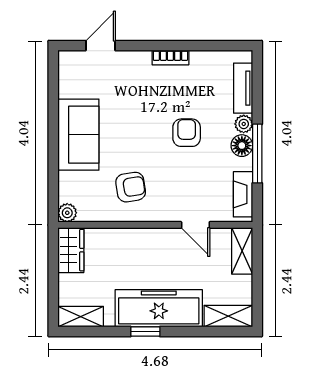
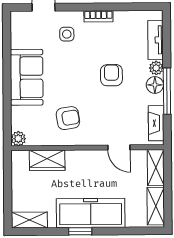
side table: (130, 80) -> (67, 34), added
wardrobe: (71, 250) -> (47, 160), moved, turned 90
shelving: (228, 316) -> (156, 206), moved, turned 90

